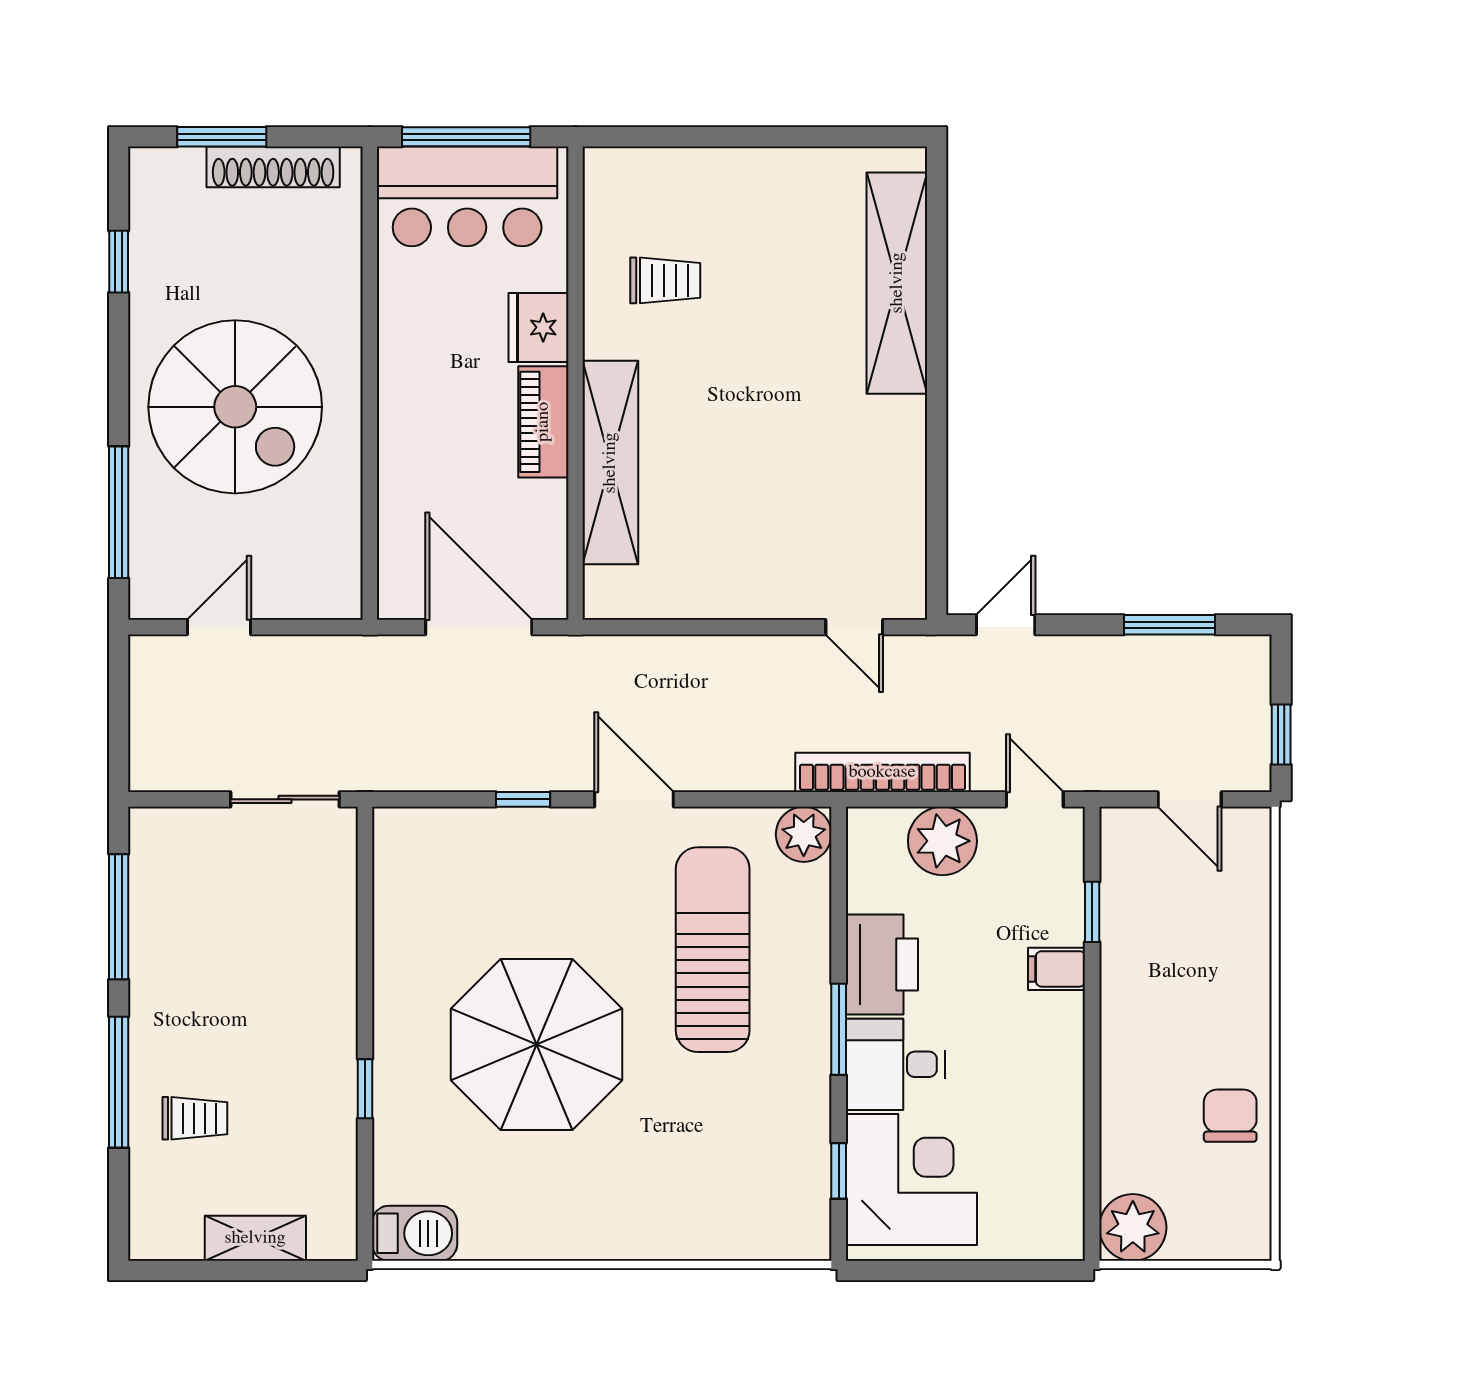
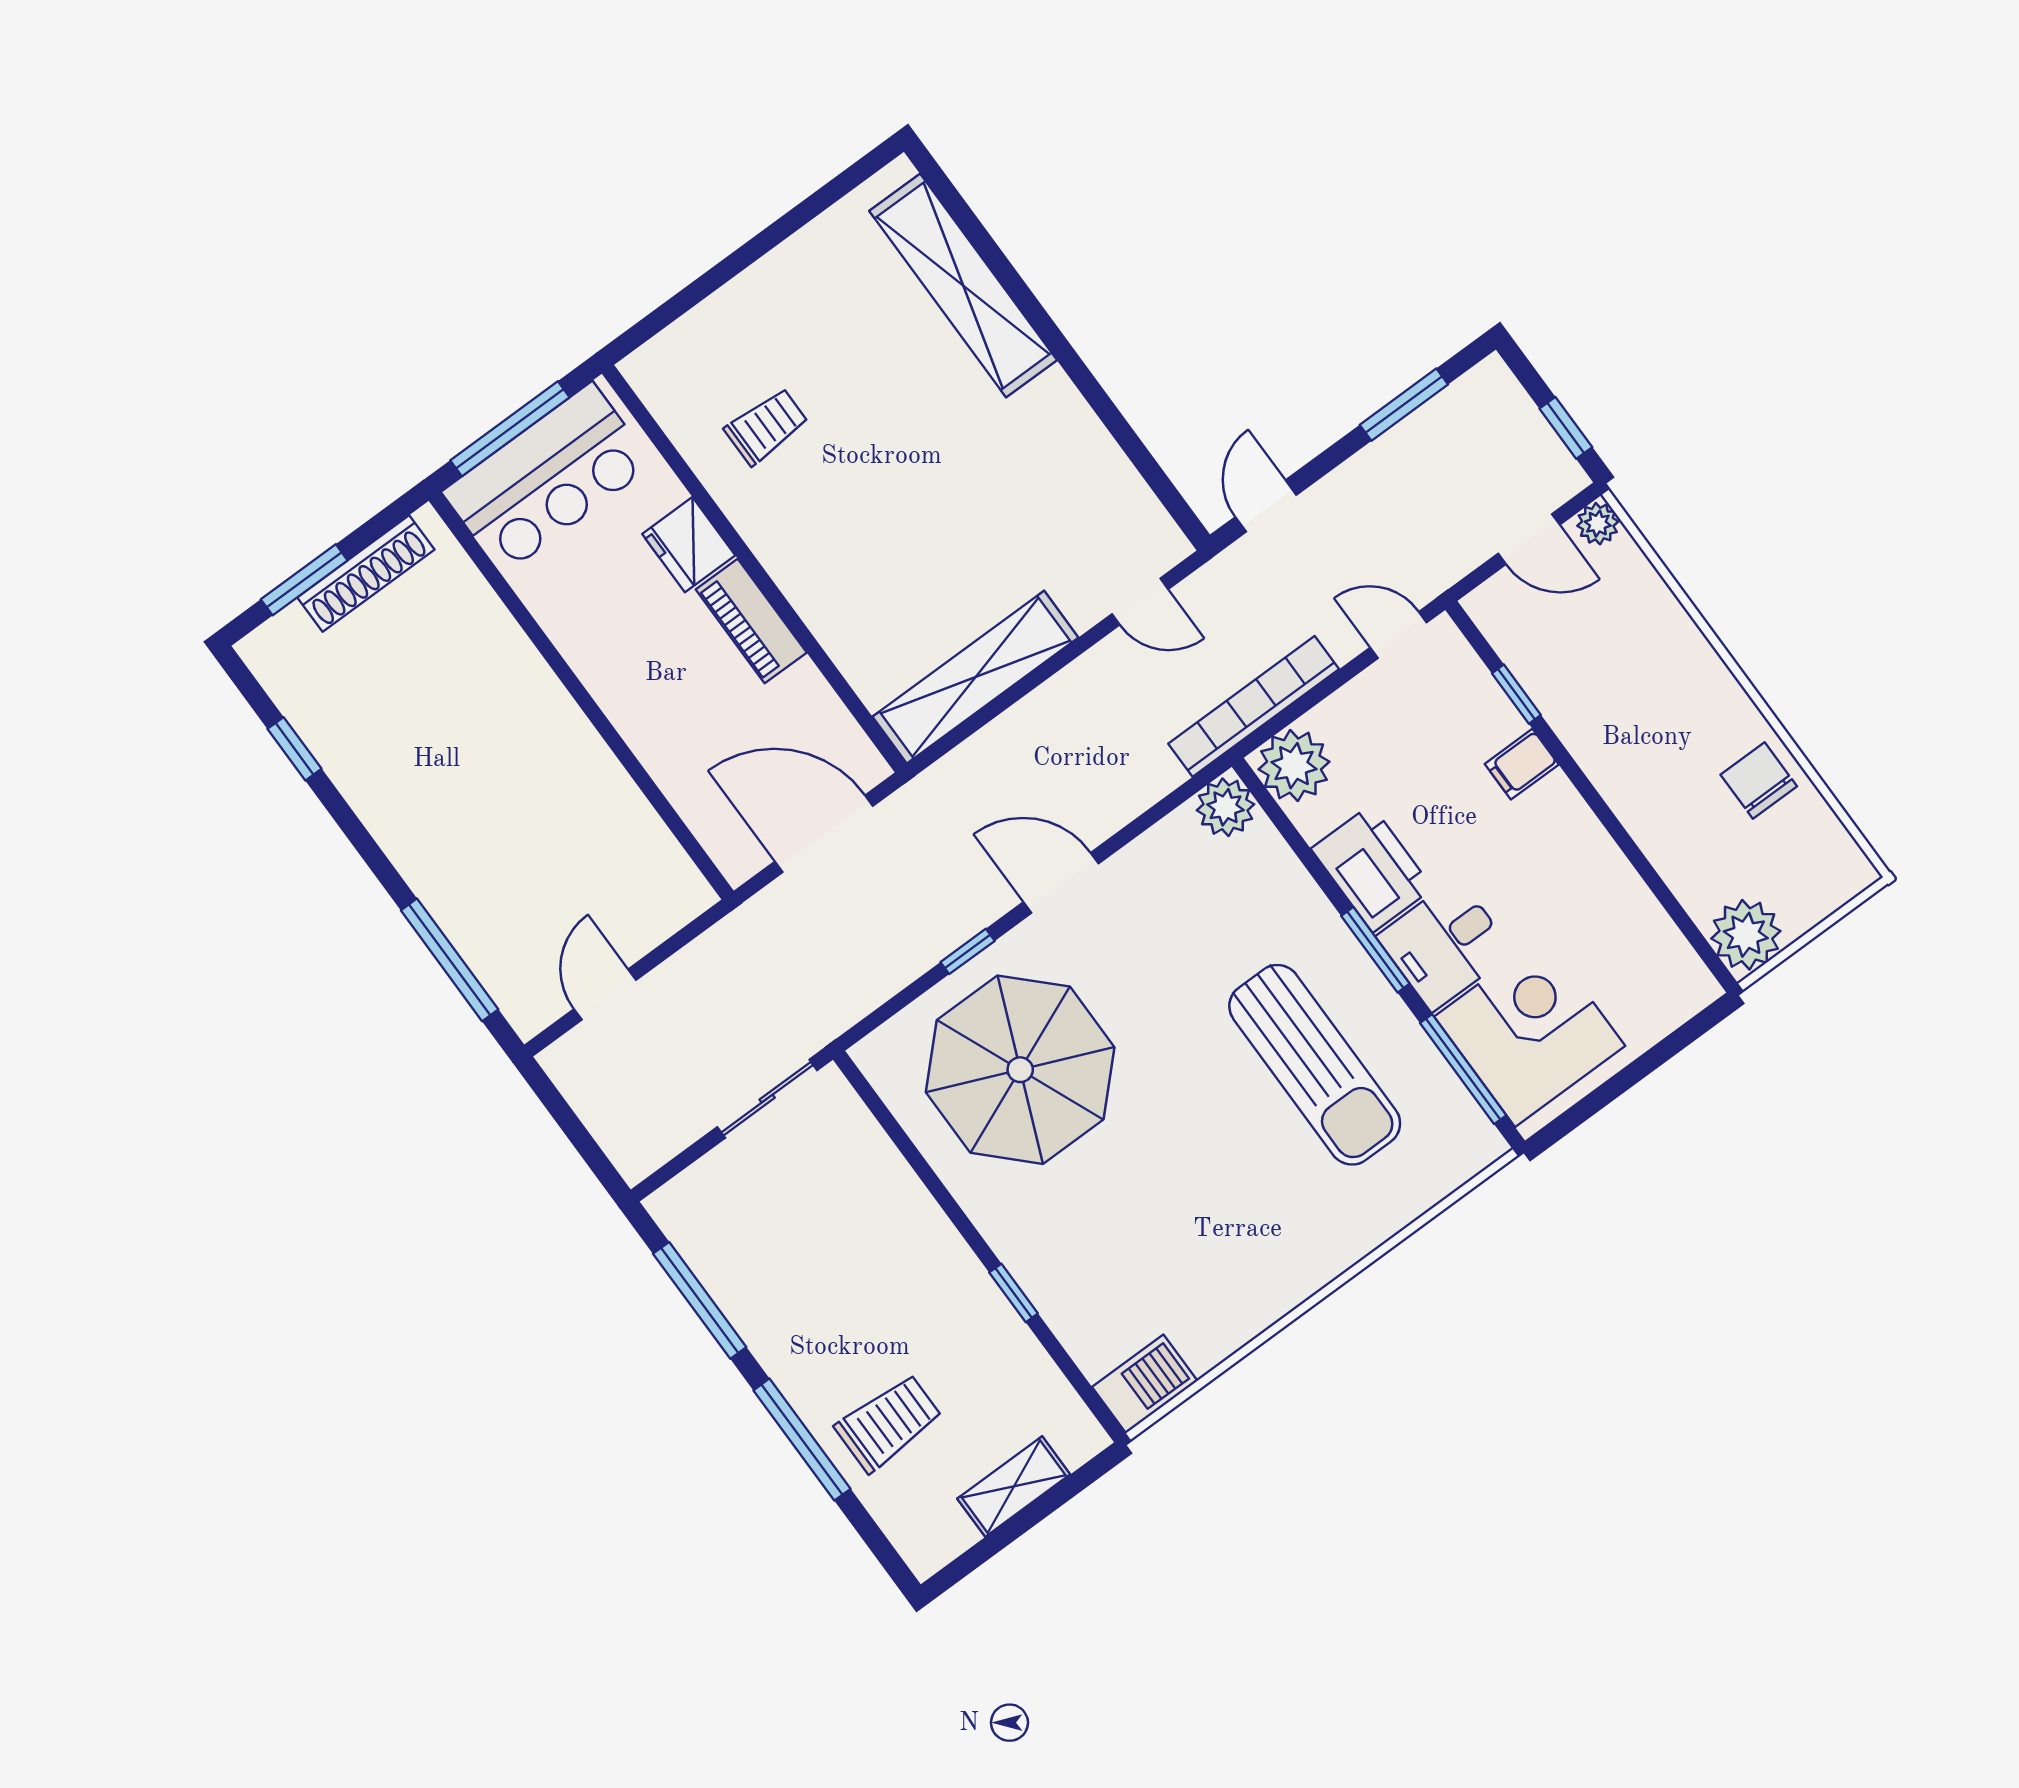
spiral stairs: (235, 407) -> (482, 799), removed
shelving: (610, 463) -> (975, 677), moved, turned 90
plant: (1252, 826) -> (1598, 524), added
plant: (942, 841) -> (1294, 766), moved
sun lounger: (713, 950) -> (1315, 1065), moved, turned 180
parasol: (537, 1044) -> (1020, 1070), moved
trolley: (195, 1118) -> (889, 1423), width x1.36, depth x1.39
window: (839, 1171) -> (1463, 1069), width x2.17

